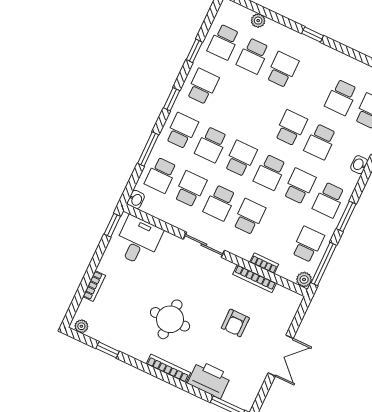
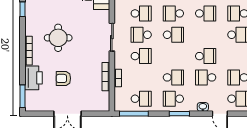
school desk: (270, 172) -> (206, 13), moved, turned 180
window: (346, 216) -> (179, 114), moved
plant: (304, 280) -> (119, 106), removed
armchair: (235, 323) -> (63, 78), moved

